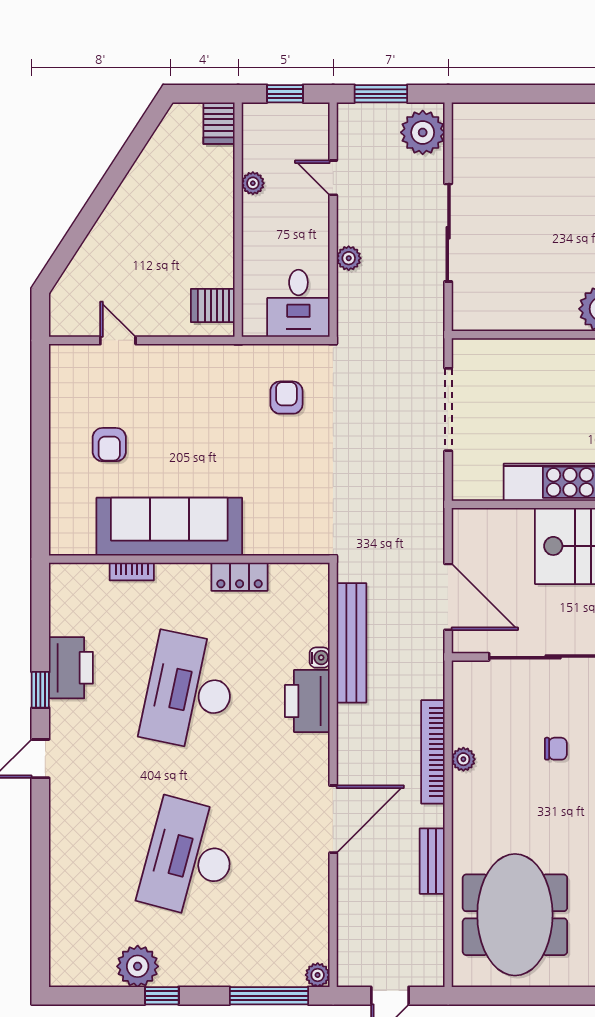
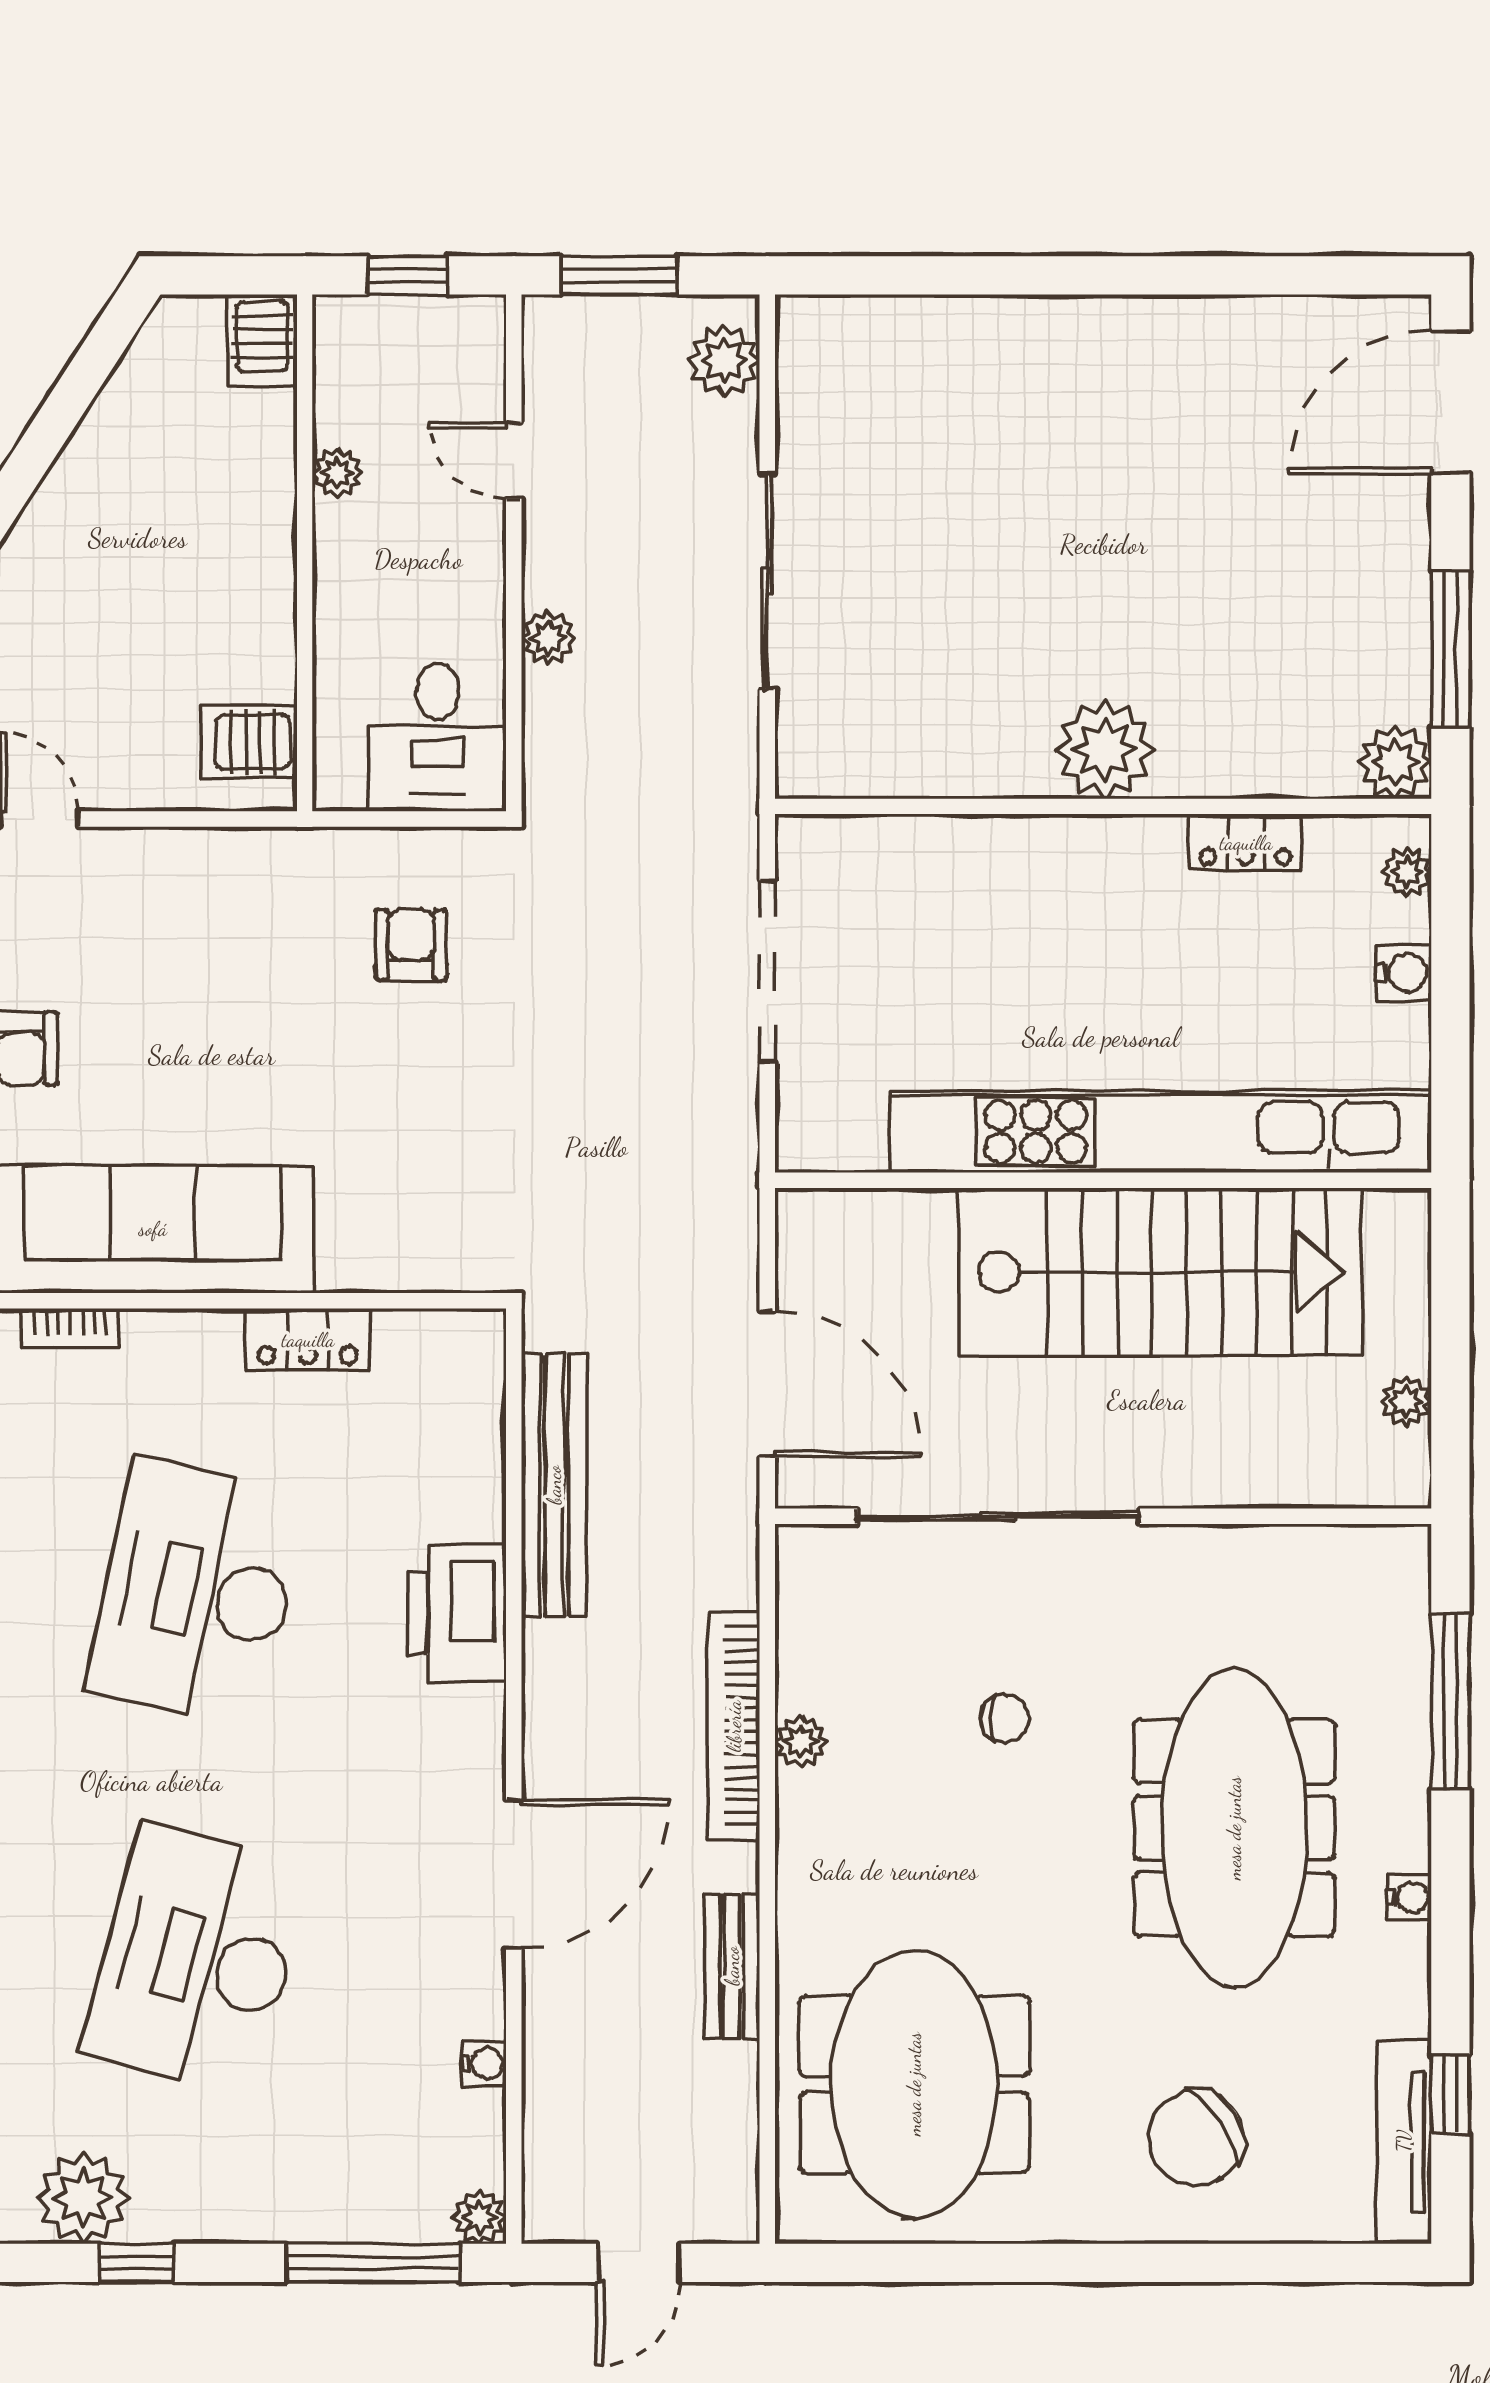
plant: (423, 132) -> (724, 361), width x0.73, depth x0.73
water cooler: (320, 658) -> (484, 2063), moved

